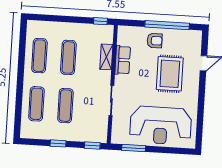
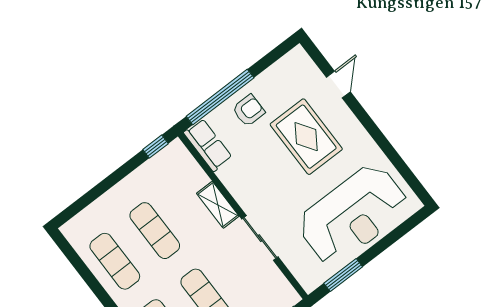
window: (167, 25) -> (220, 97), moved
shelving: (106, 57) -> (218, 205), moved
row of seats: (123, 60) -> (208, 145), moved

